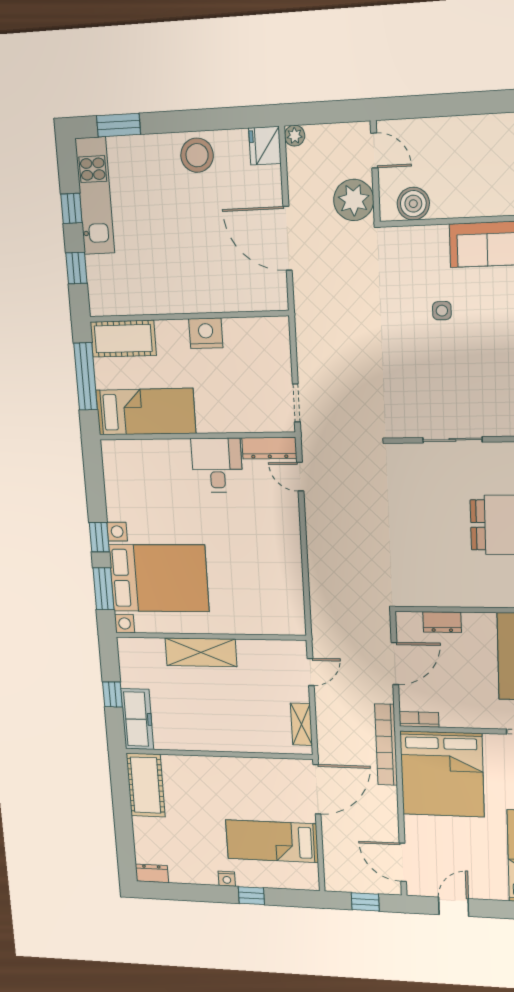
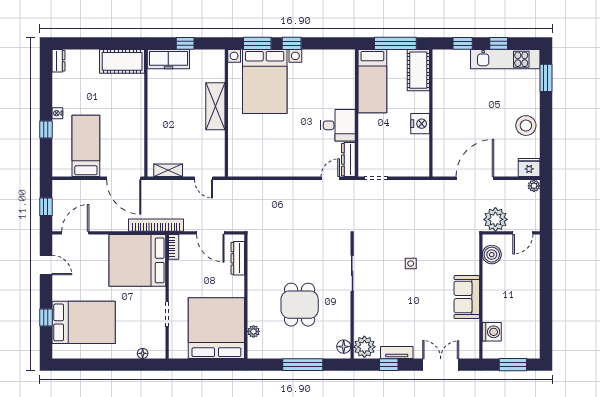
side table: (442, 311) -> (411, 264), moved
dresser: (442, 622) -> (238, 258), width x1.44

